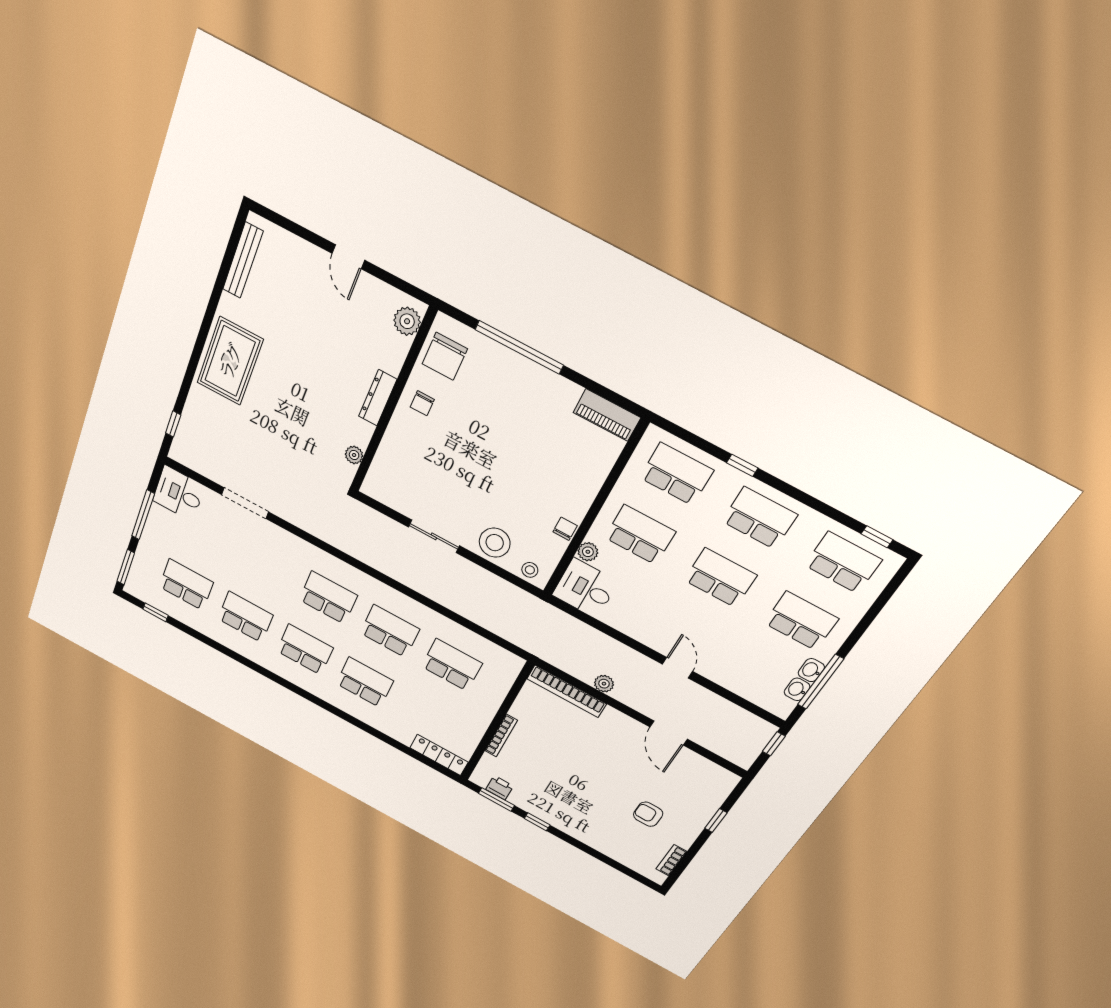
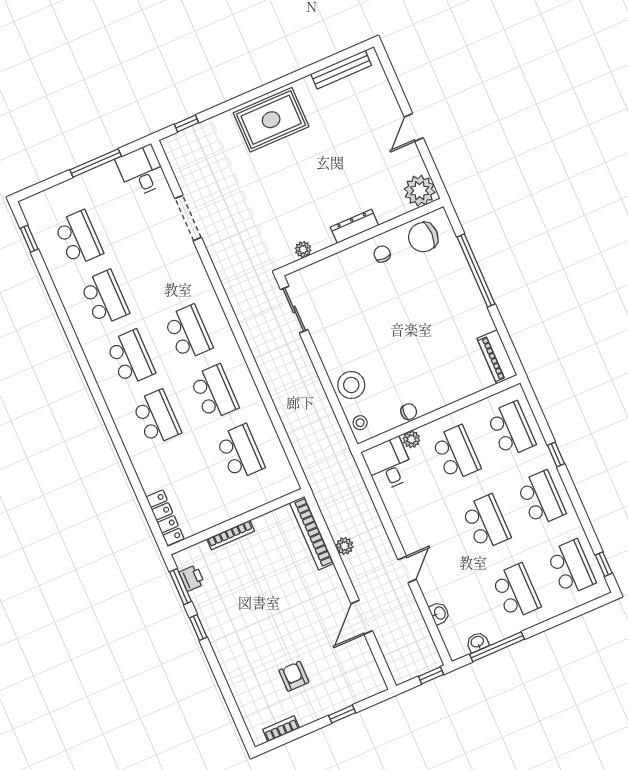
plant: (407, 321) -> (420, 191), width x1.36, depth x1.36
chair: (422, 403) -> (382, 254), turned 90
sliding door: (434, 536) -> (294, 310), moved
window: (126, 567) -> (39, 187), removed
washbasin: (811, 670) -> (439, 613), moved, turned 90

